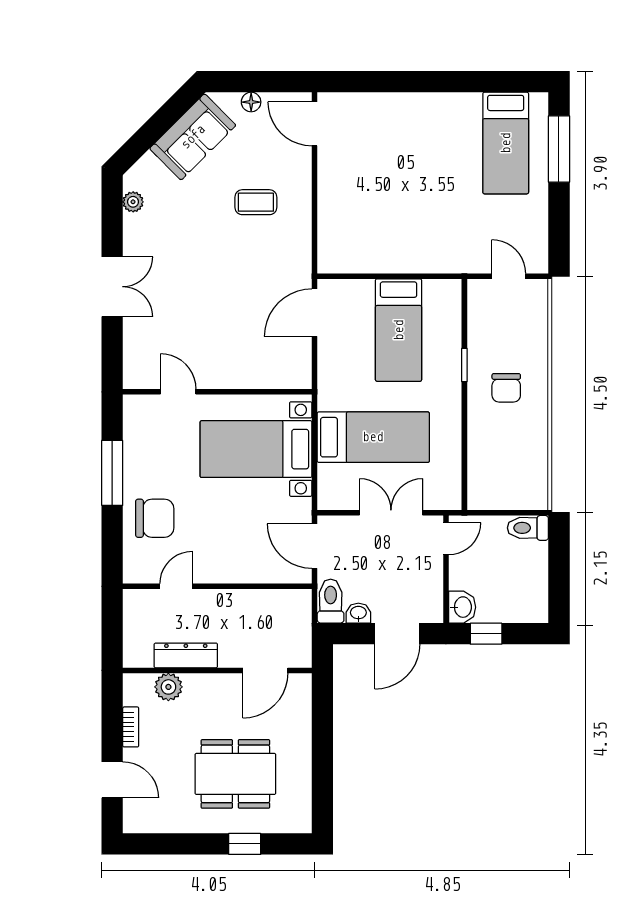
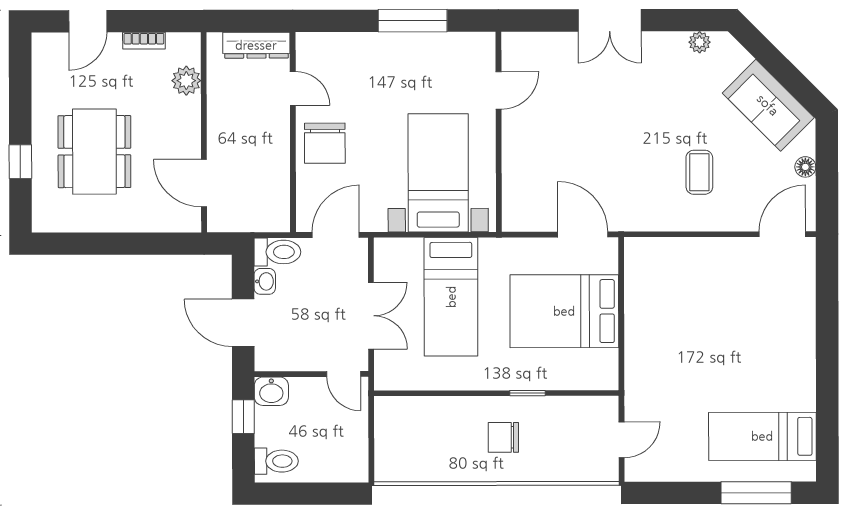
bed: (399, 330) -> (564, 311), width x1.50
chair: (155, 518) -> (325, 143), moved
toilet: (528, 528) -> (276, 461), moved, turned 90
dresser: (186, 655) -> (256, 45), moved, turned 90

